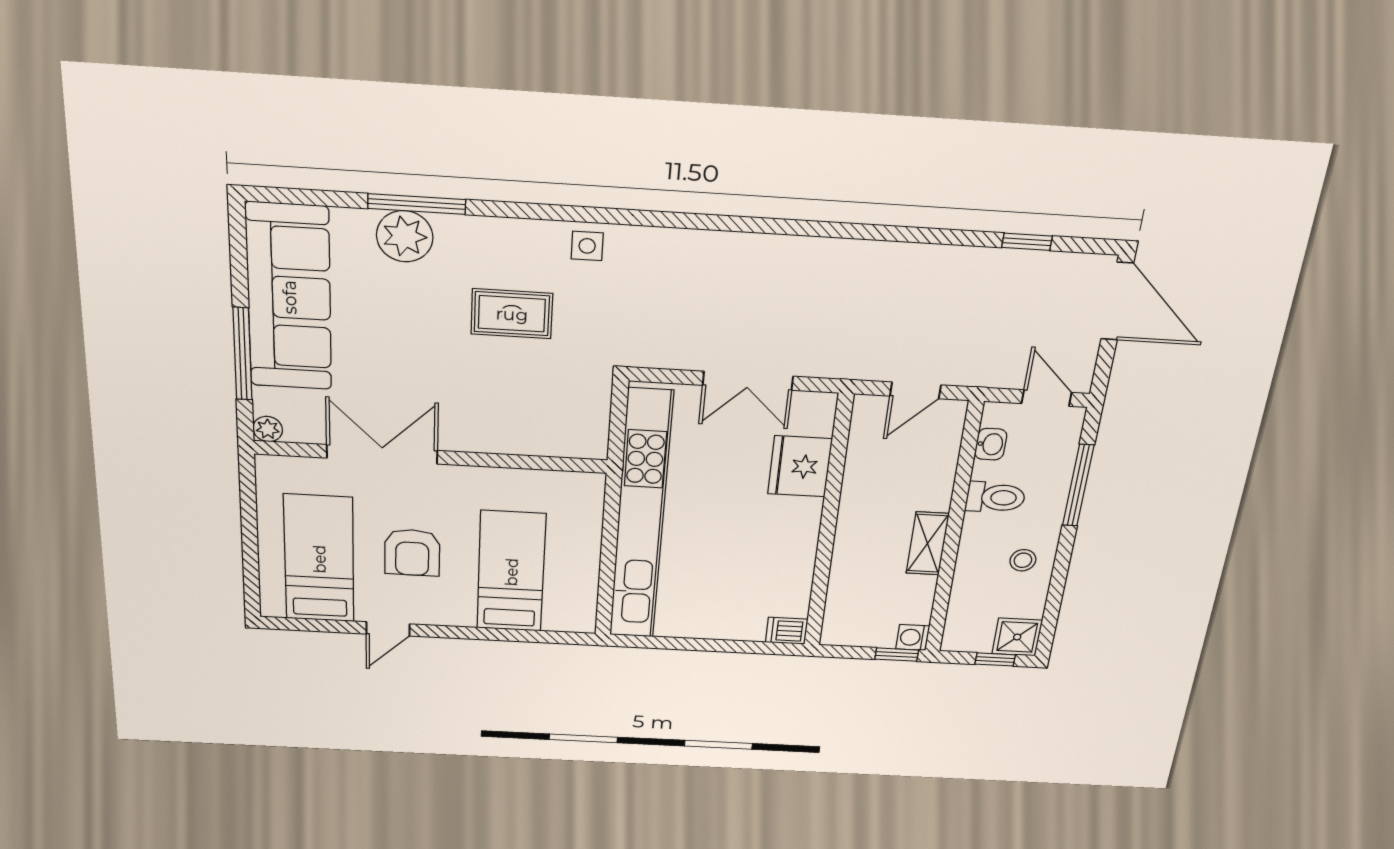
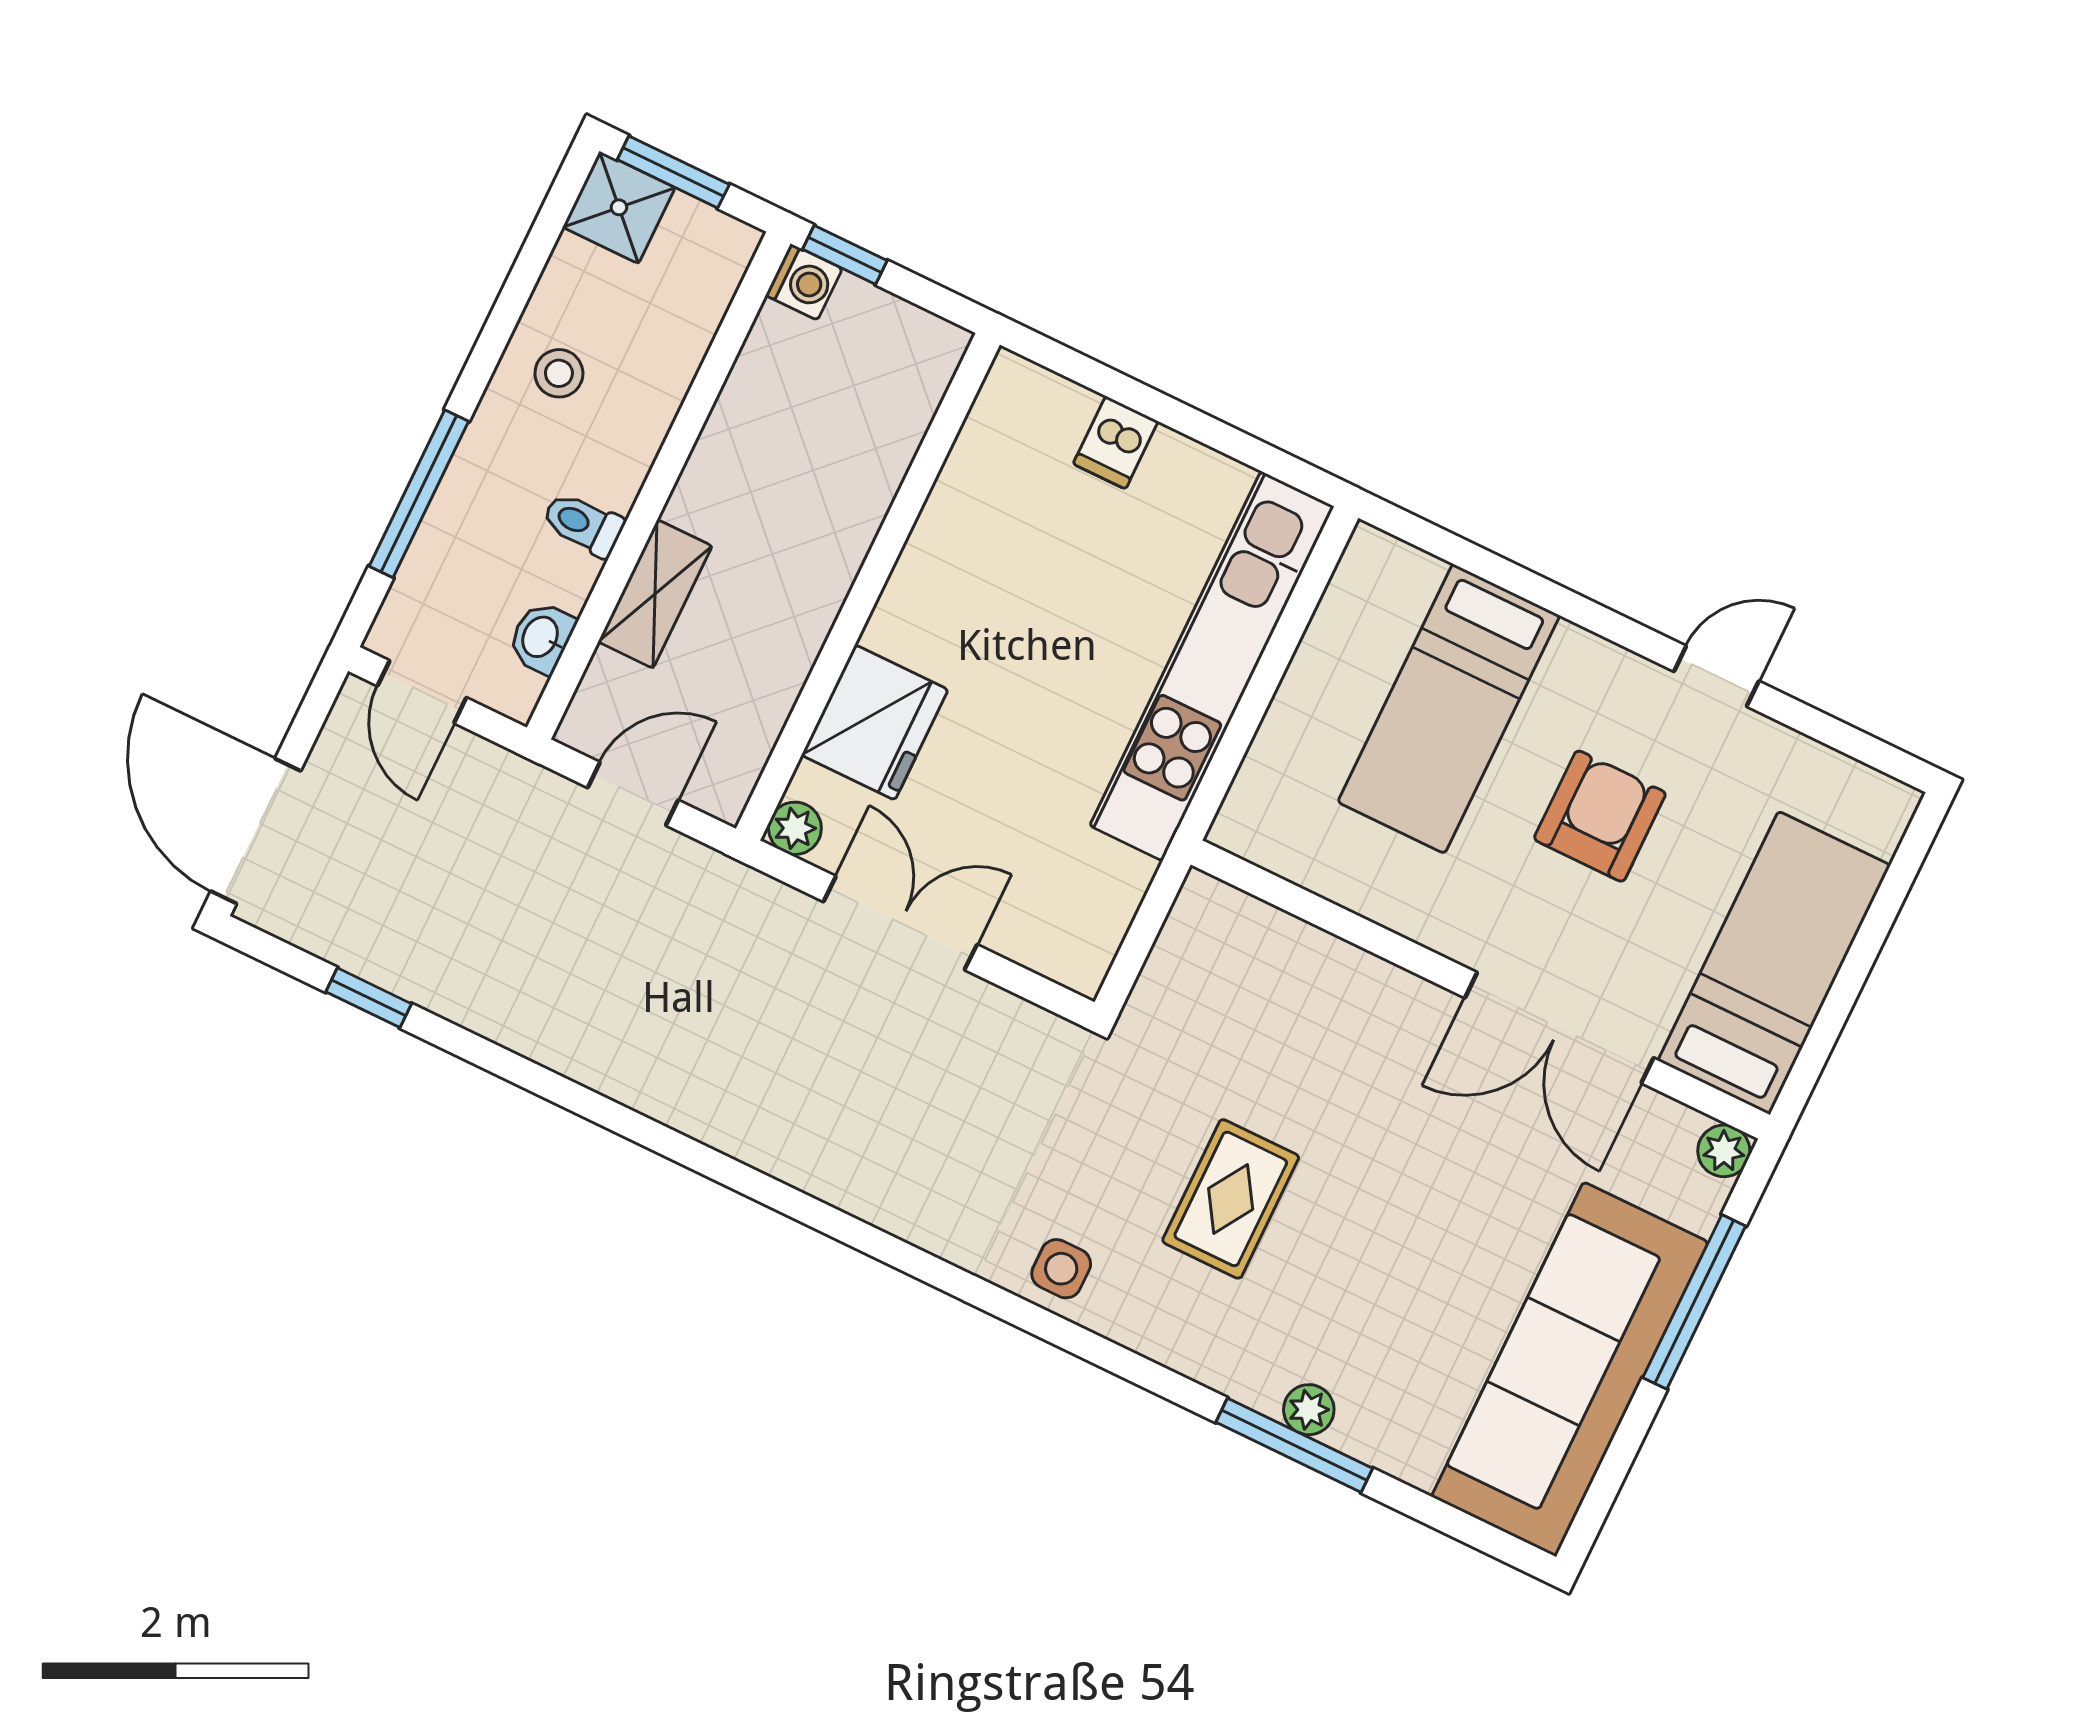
plant: (405, 236) -> (1309, 1410), width x0.53, depth x0.53
rug: (512, 314) -> (1231, 1199), turned 90
plant: (822, 405) -> (795, 828), added
toilet: (996, 497) -> (583, 524), width x0.73, depth x0.72
kitchen unit: (641, 517) -> (1212, 666), width x0.73
shelving: (928, 543) -> (655, 594), moved
bed: (319, 559) -> (1774, 963), moved, turned 180
dishwasher: (787, 631) -> (1116, 443), moved, turned 90
window: (995, 659) -> (673, 172), width x1.50

